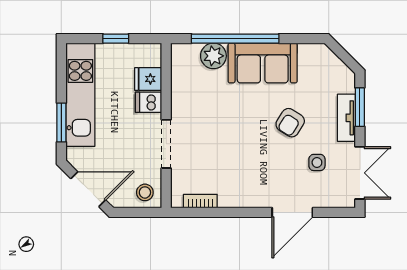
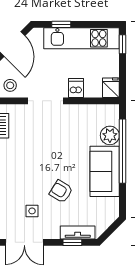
window: (116, 39) -> (122, 44), moved
fridge: (148, 79) -> (111, 88), moved
window: (360, 107) -> (72, 242), width x0.67
tv unit: (346, 118) -> (78, 232), moved
window: (61, 122) -> (61, 24), width x0.67

